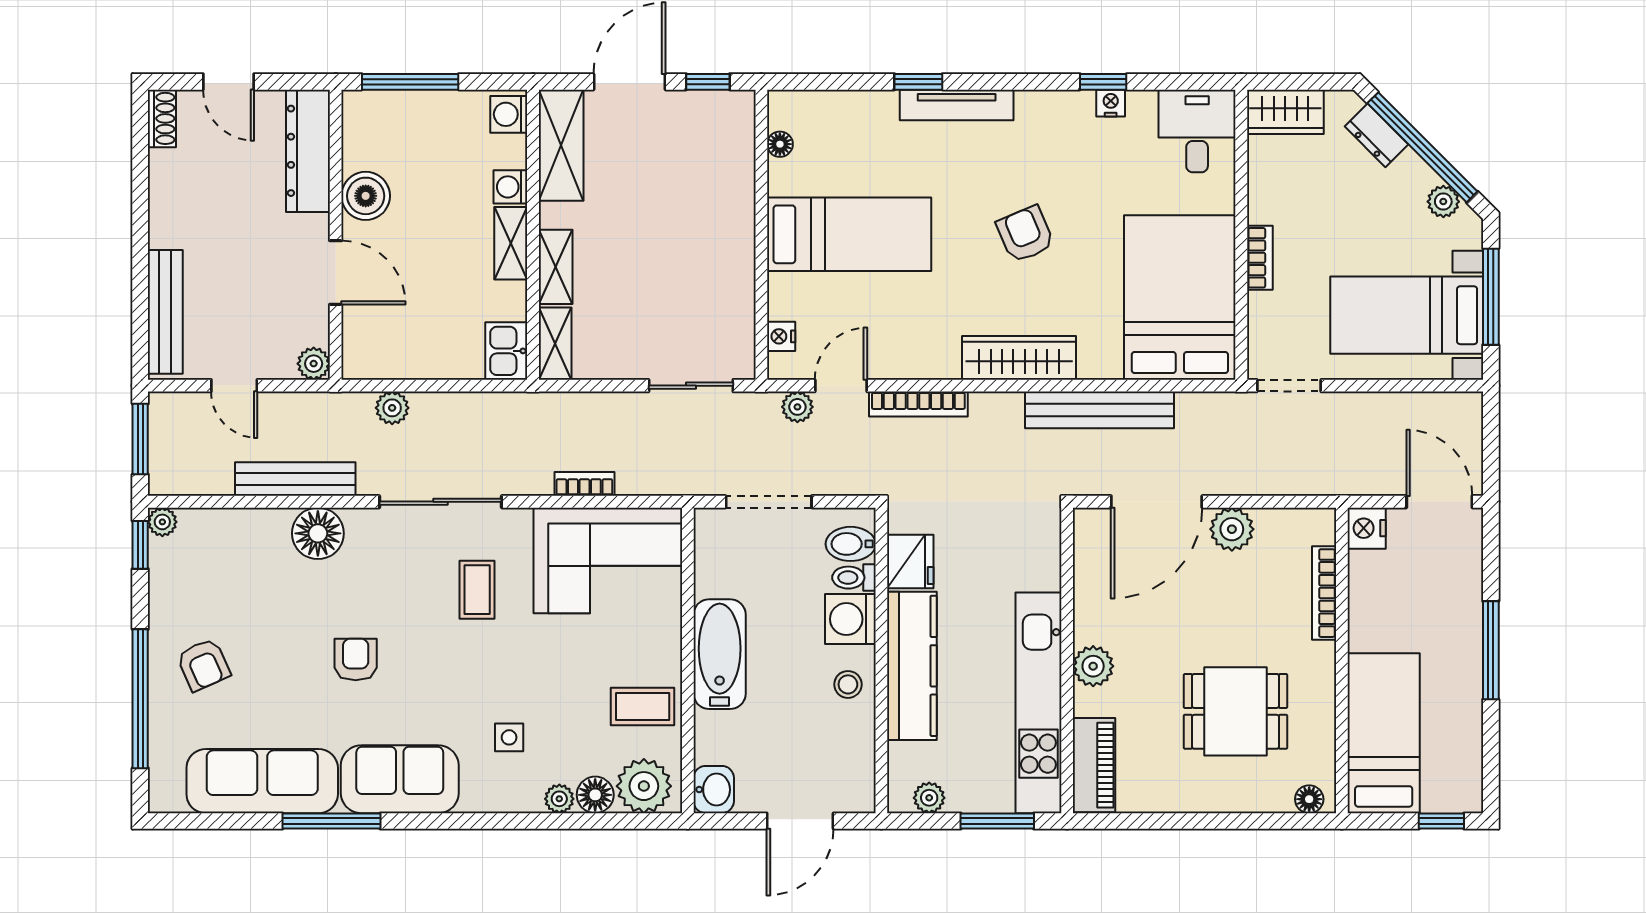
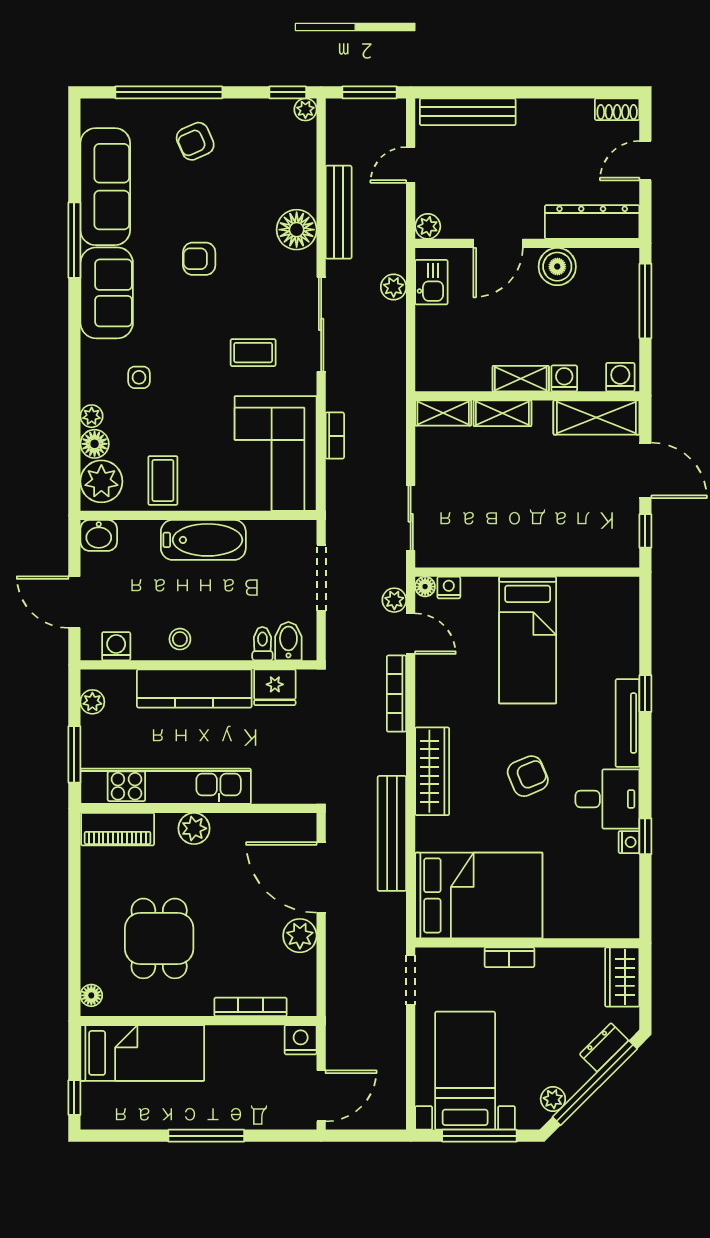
desk: (1197, 131) -> (607, 799), moved
floor lamp: (780, 144) -> (425, 587), moved
kitchen sink: (506, 351) -> (431, 282), moved, turned 90
washing machine: (850, 619) -> (116, 646), moved, width x0.73, depth x0.73
armchair: (356, 660) -> (199, 259), turned 180

